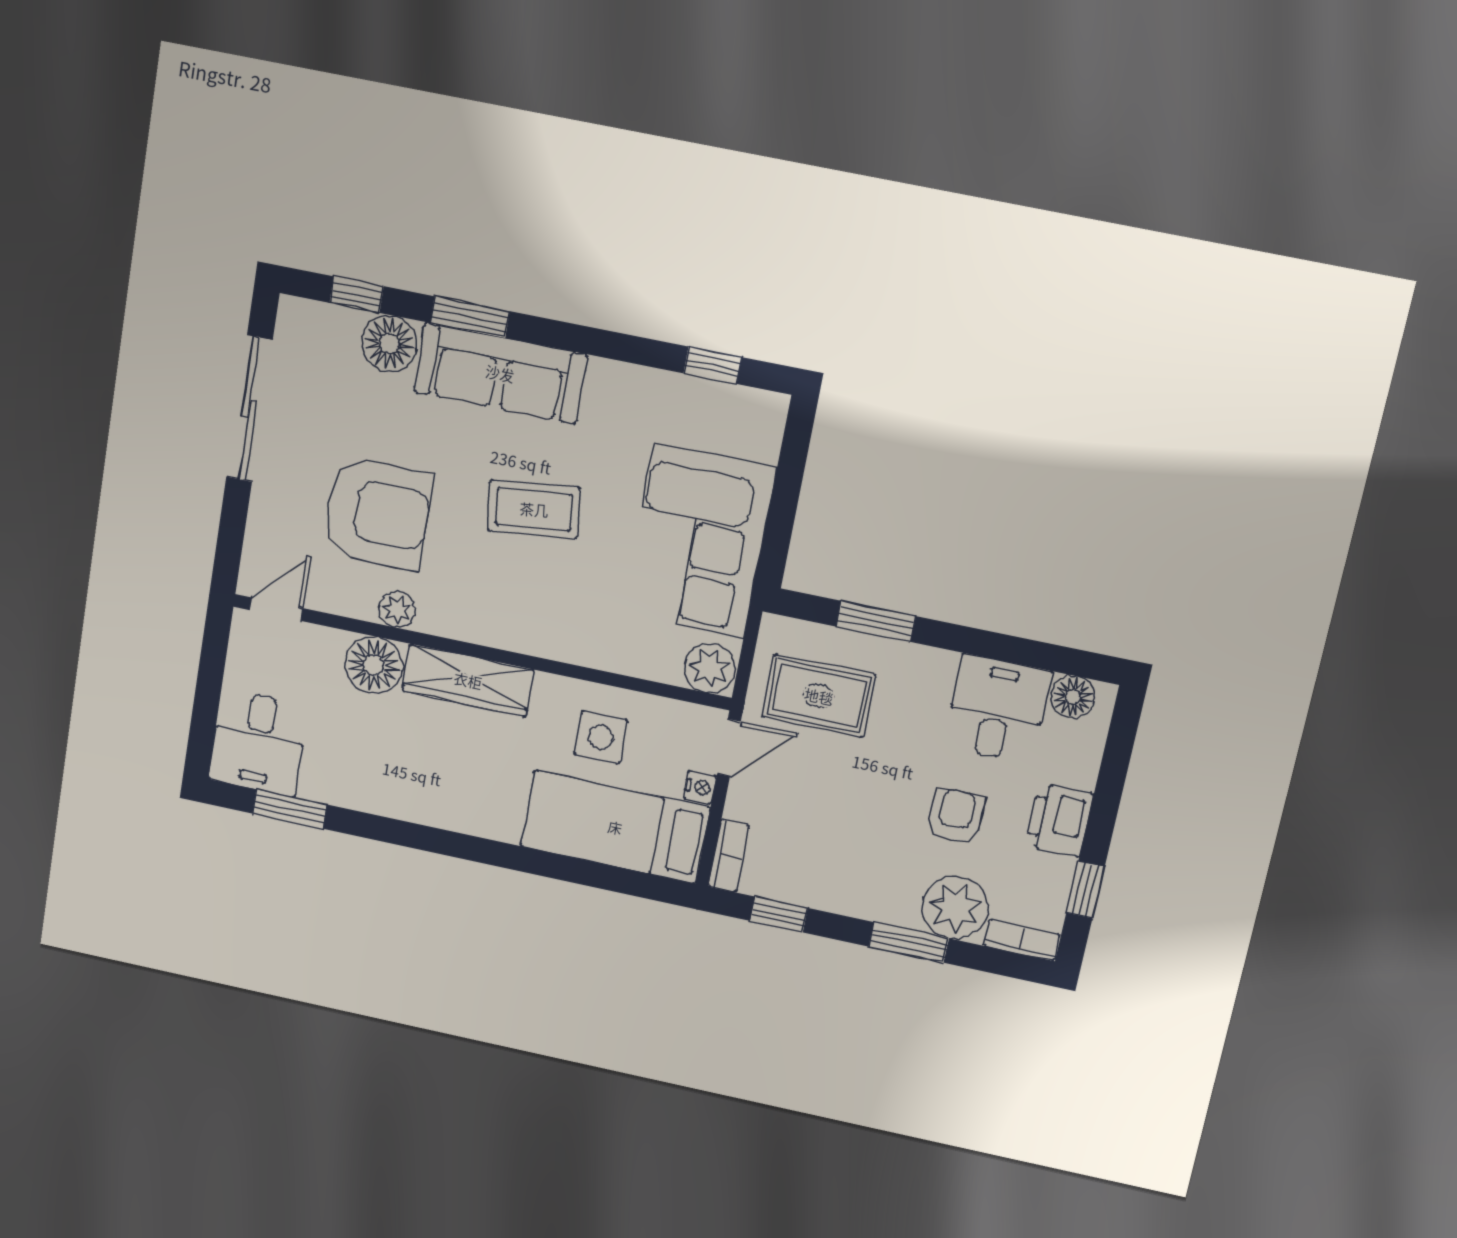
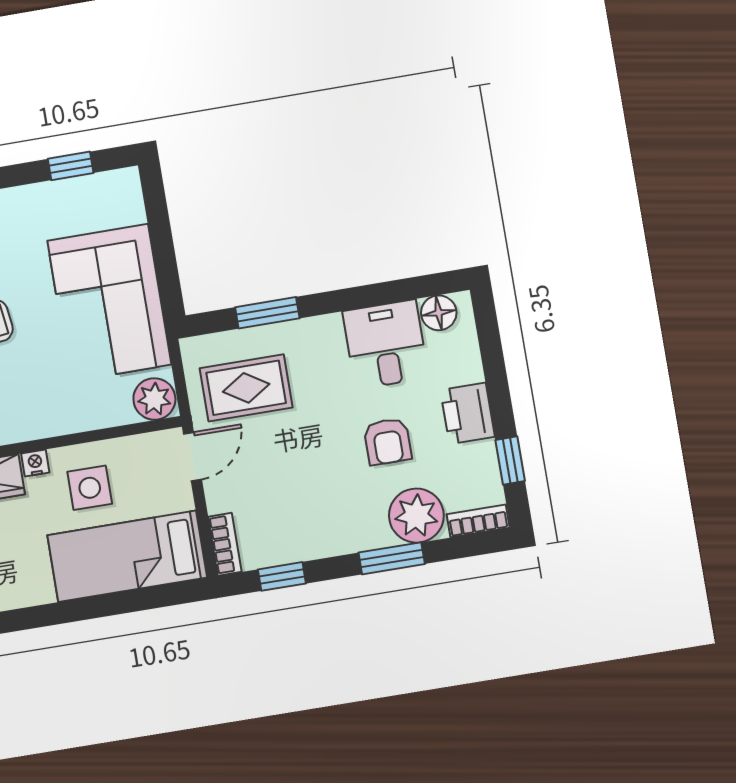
nightstand: (700, 787) -> (35, 463), moved, turned -90
armchair: (956, 816) -> (388, 441), turned 180

